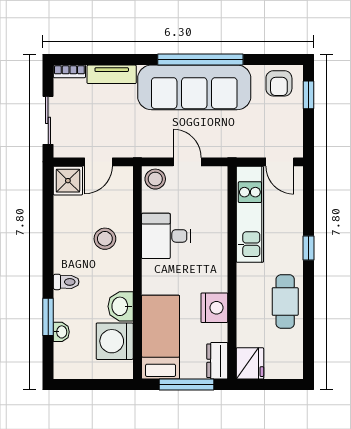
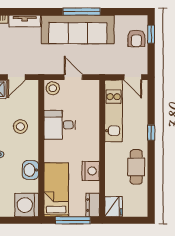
window: (200, 60) -> (82, 12), width x0.68
armchair: (279, 83) -> (136, 38), moved
washing machine: (115, 341) -> (27, 205), moved

